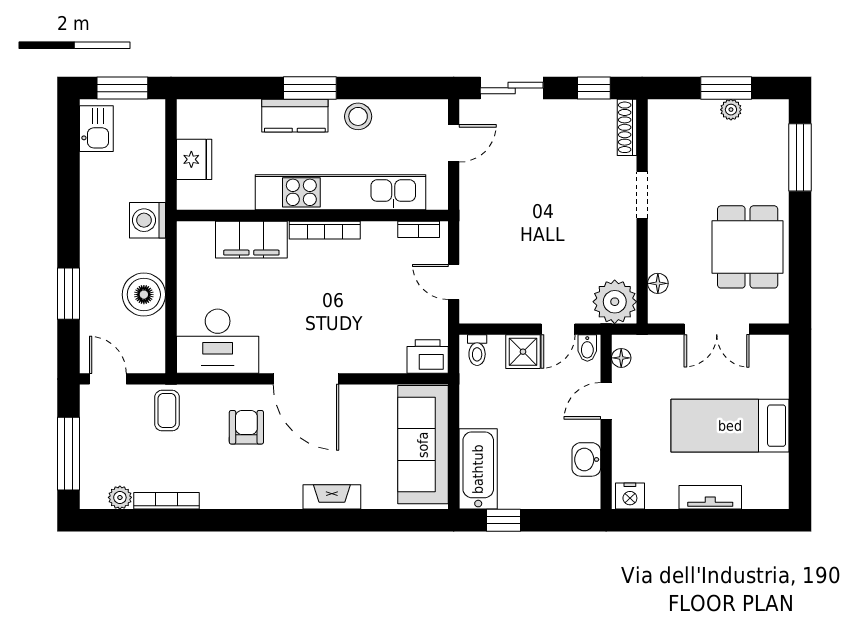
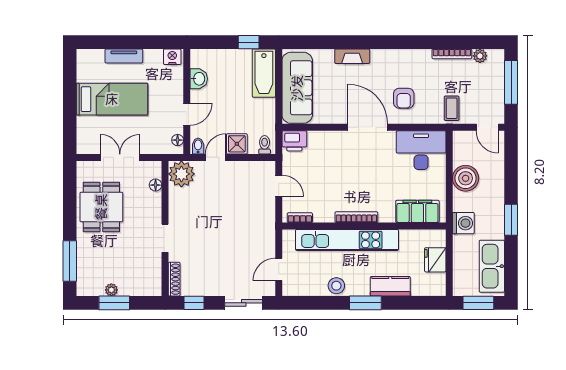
kitchen counter: (295, 116) -> (390, 286), moved
kitchen sink: (96, 129) -> (492, 266), width x1.88, depth x1.24
filing cabinet: (251, 240) -> (417, 211), moved
window: (68, 294) -> (511, 220), moved

